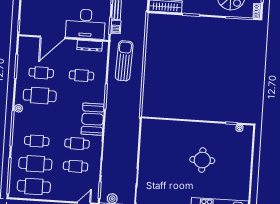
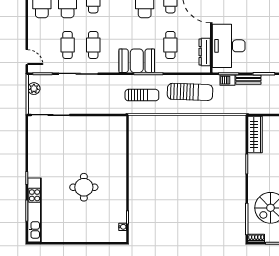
sun lounger: (124, 103) -> (142, 95), added
booth: (93, 119) -> (137, 61), moved

